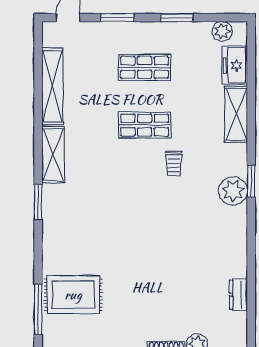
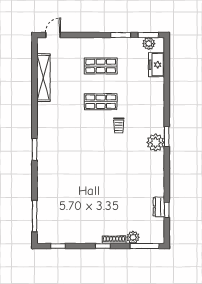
window: (117, 18) -> (148, 35), moved
shelving: (236, 114) -> (157, 95), removed
shelving: (53, 155) -> (44, 120), removed
rug: (73, 295) -> (56, 207), removed
window: (251, 300) -> (167, 210), added

